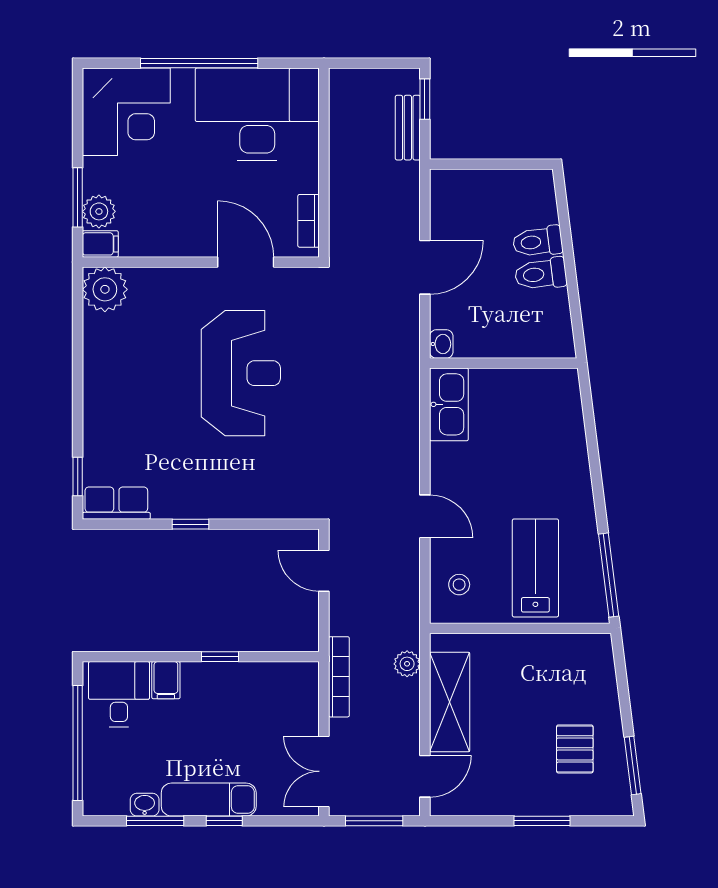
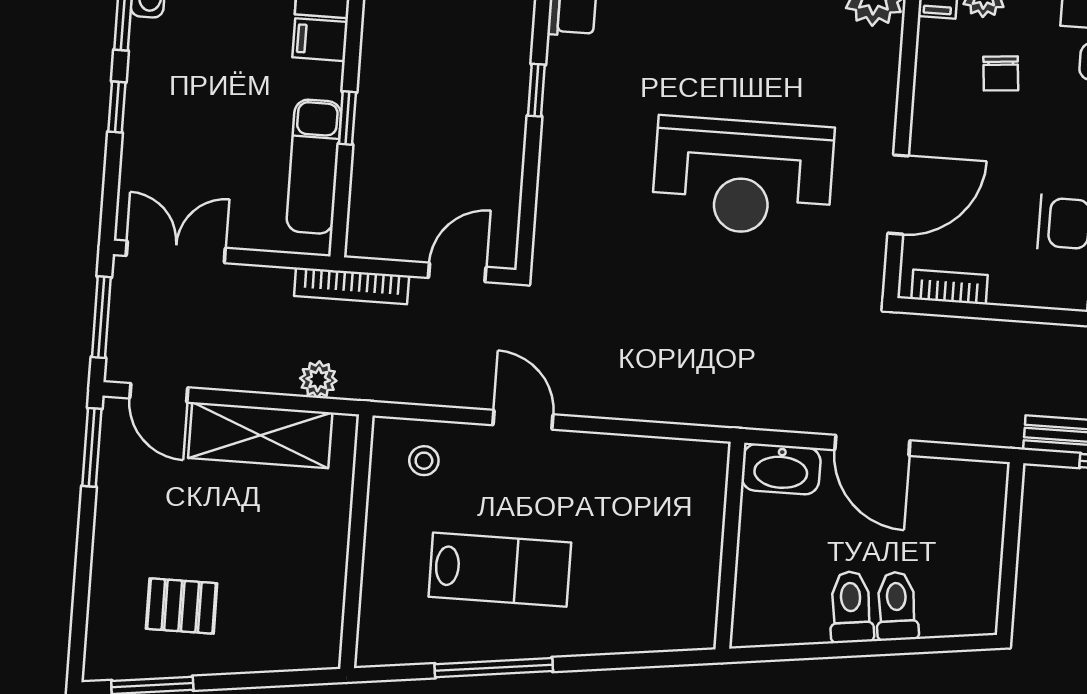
chair: (154, 196) -> (1001, 73), added
washbasin: (441, 344) -> (781, 469), width x1.91, depth x1.45
kitchen sink: (449, 404) -> (678, 465), removed
door: (425, 516) -> (523, 420), swing flipped
lab bench: (535, 568) -> (500, 570), moved
window: (609, 575) -> (494, 668), moved
bookcase: (339, 677) -> (352, 286), moved
exam couch: (209, 800) -> (314, 167), moved, turned 180
window: (542, 821) -> (92, 447), moved

